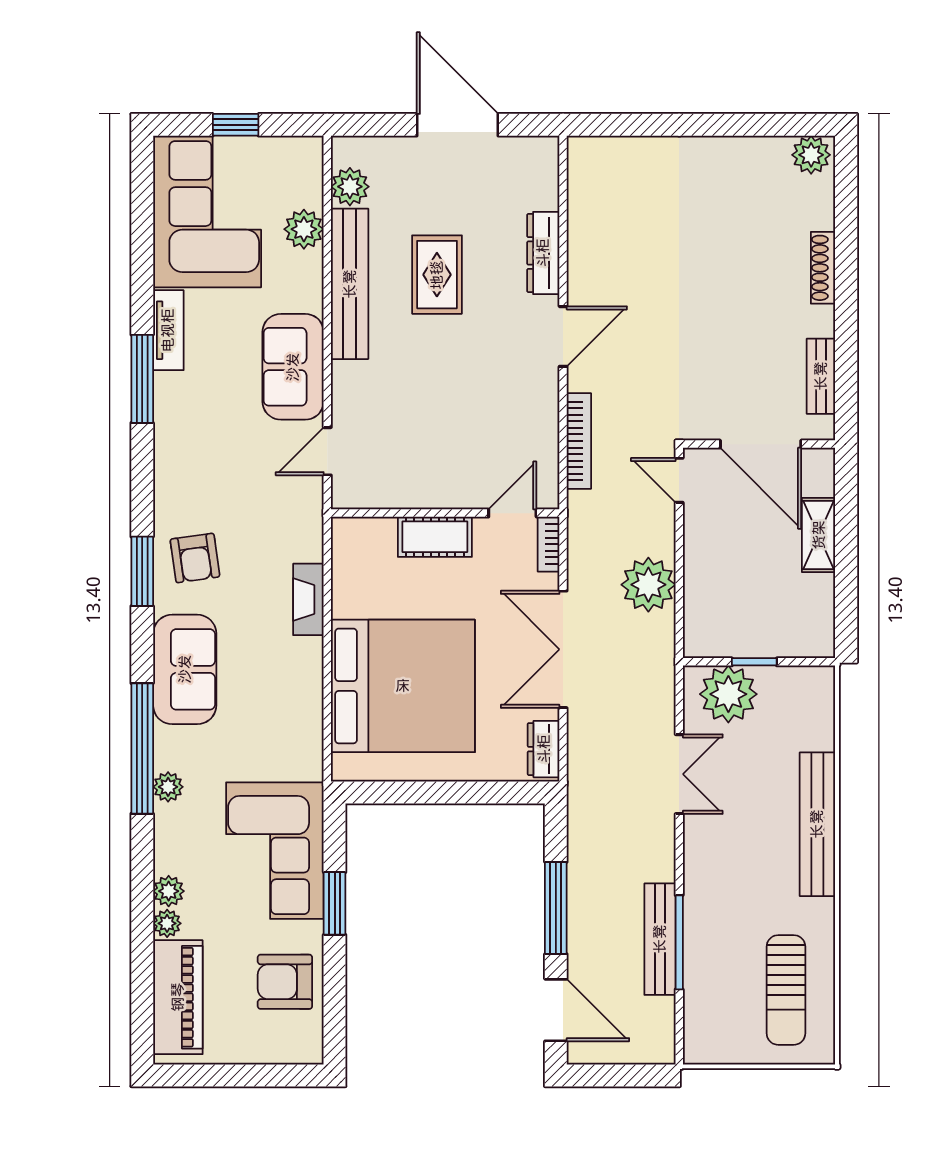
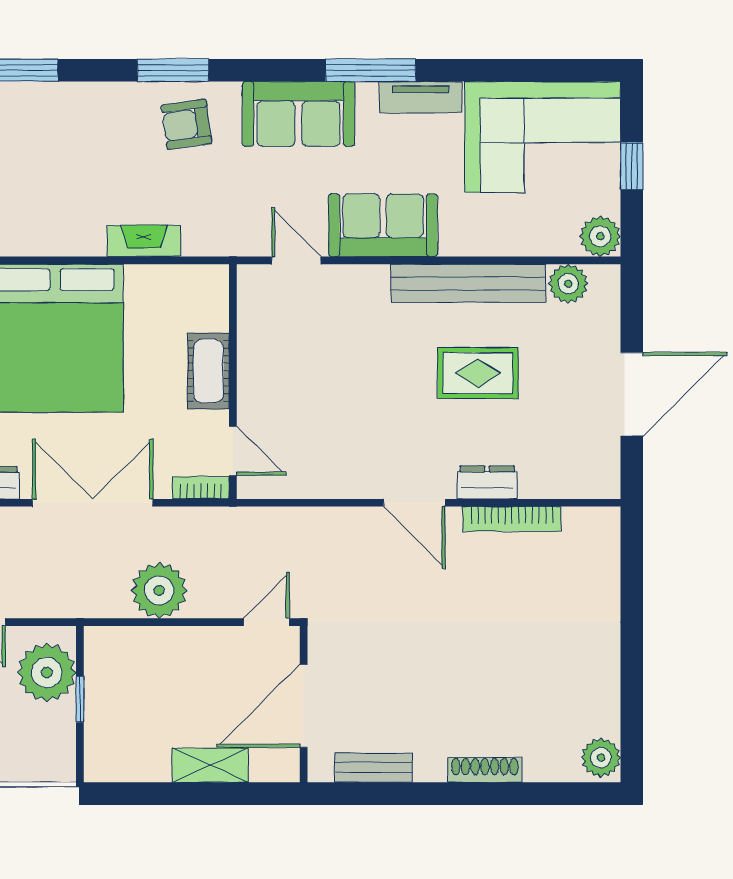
plant: (304, 229) -> (600, 236), moved
dresser: (543, 253) -> (487, 482), width x0.70
bookcase: (579, 441) -> (512, 519), moved
sofa: (185, 669) -> (298, 114), moved

